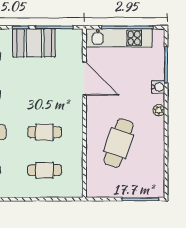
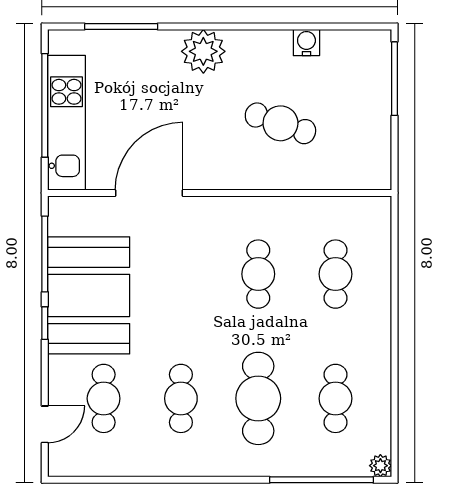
booth: (34, 43) -> (89, 295), width x1.36, depth x1.42
water cooler: (158, 87) -> (306, 43), moved
plant: (159, 110) -> (203, 51), width x1.87, depth x1.87
cafe table: (119, 143) -> (280, 123), width x0.73, depth x0.74

